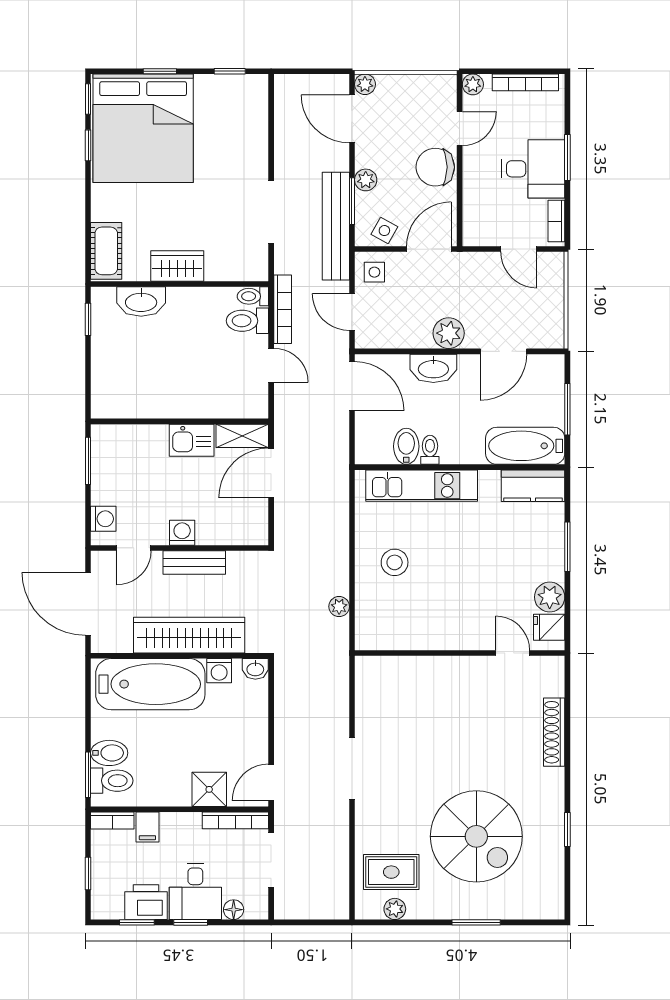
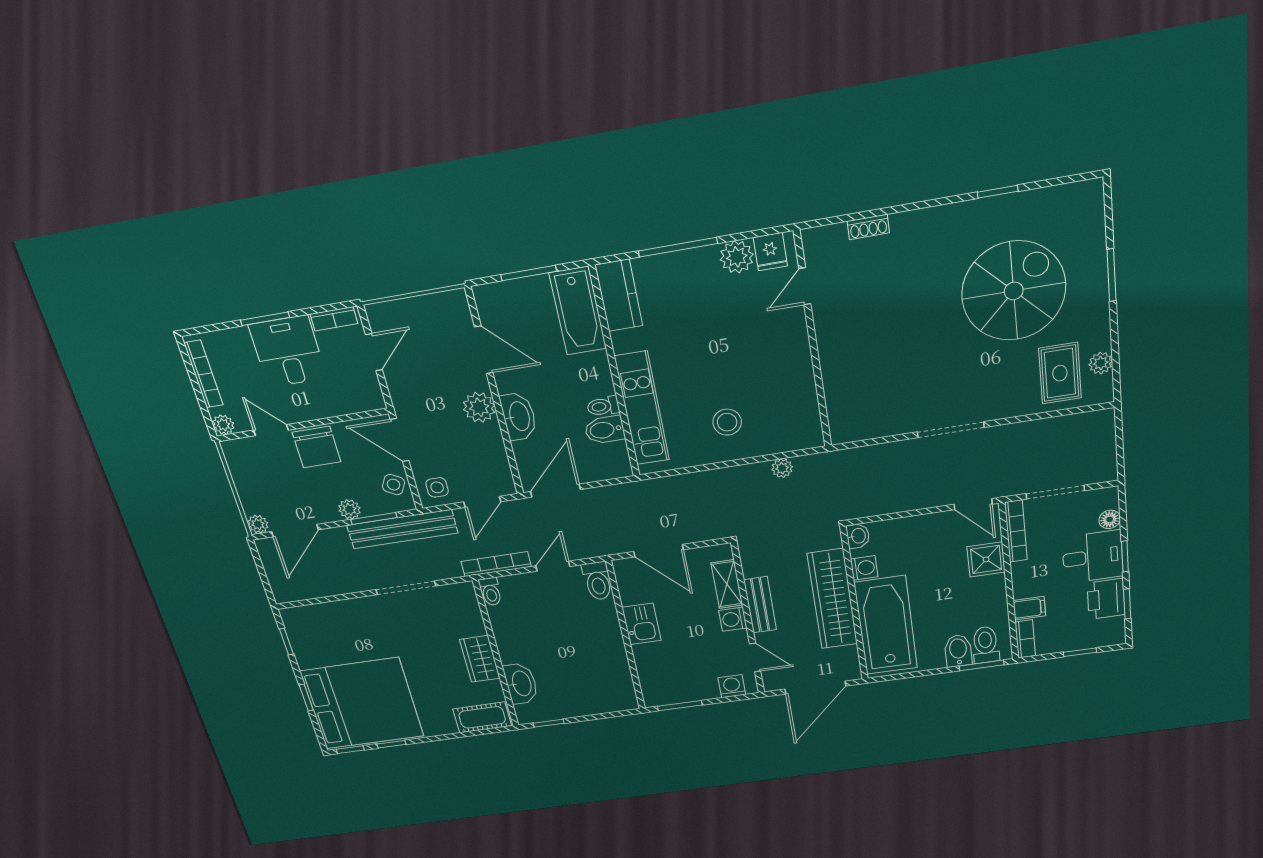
toilet: (247, 321) -> (597, 581), moved
shelving: (242, 436) -> (727, 584), moved
window: (567, 547) -> (678, 247), width x1.44
shoe rack: (554, 732) -> (868, 227), width x0.51, depth x0.81

